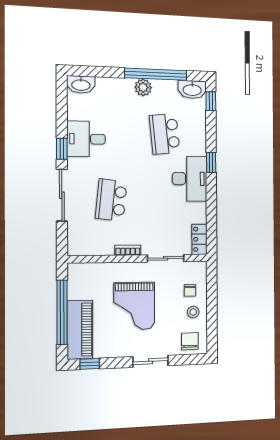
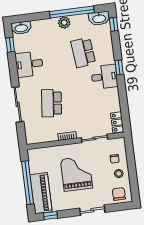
window: (62, 149) -> (10, 45), moved
desk: (190, 179) -> (104, 77), width x0.73
grand piano: (134, 306) -> (76, 174), turned 180

